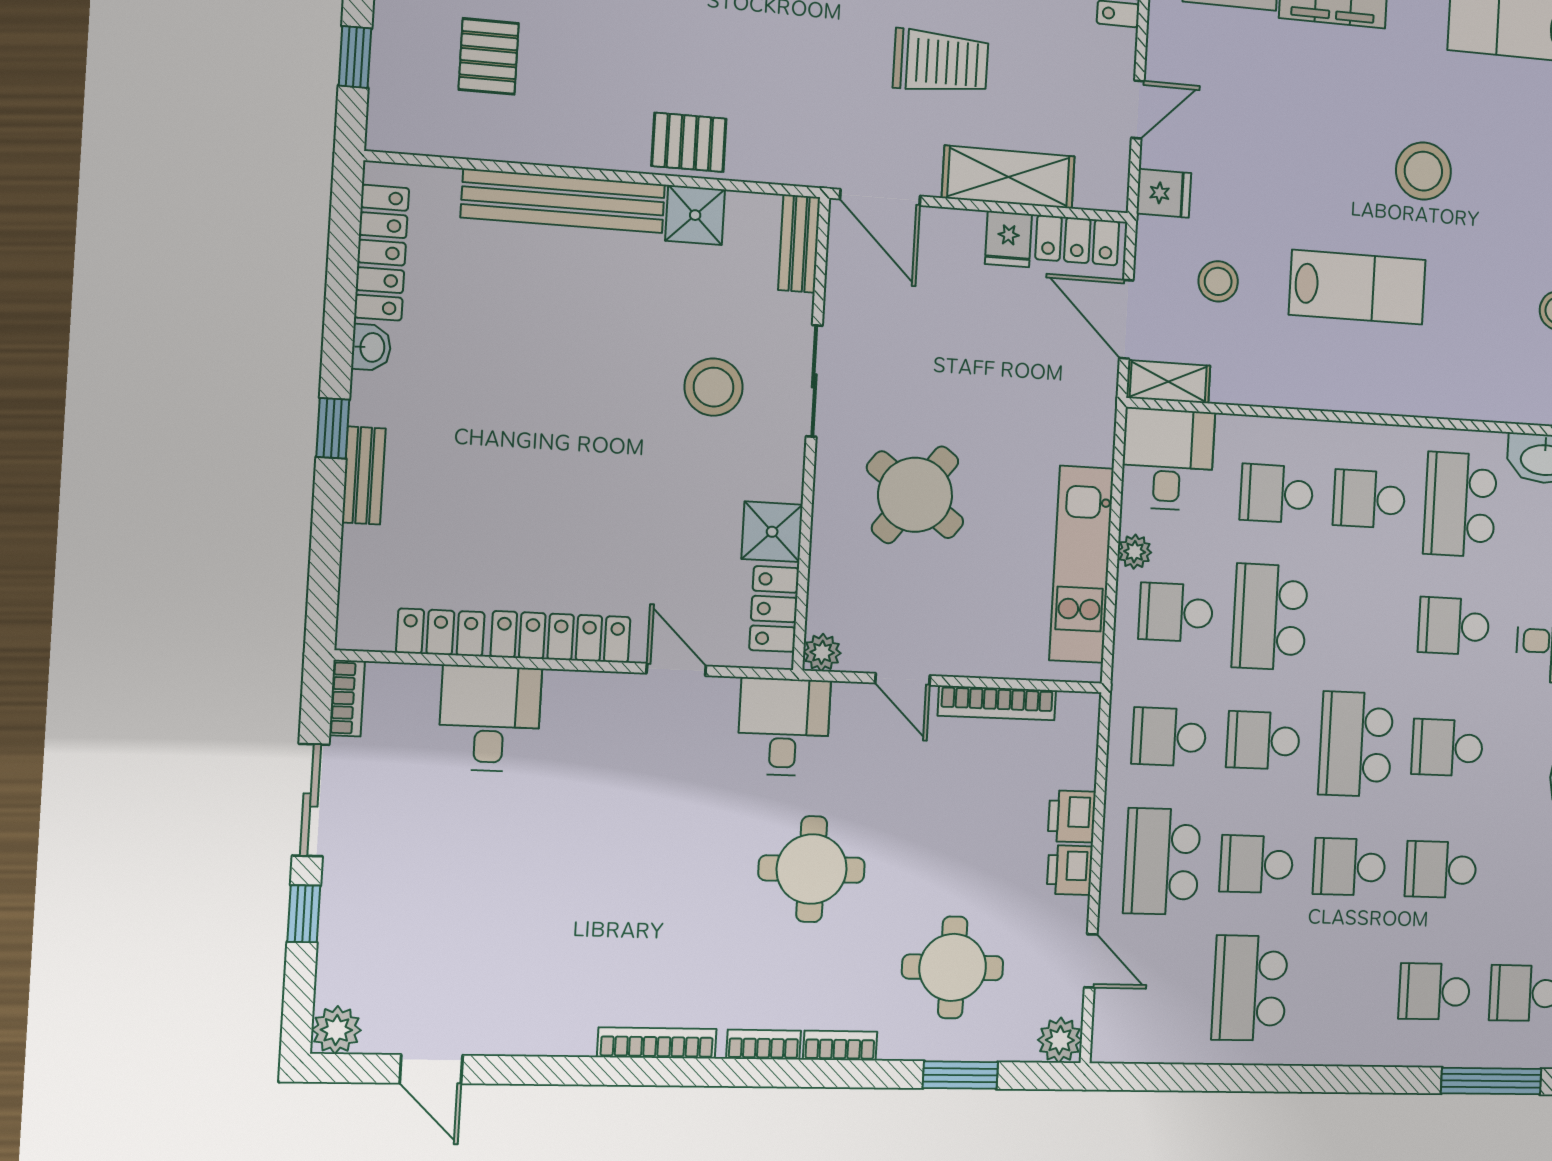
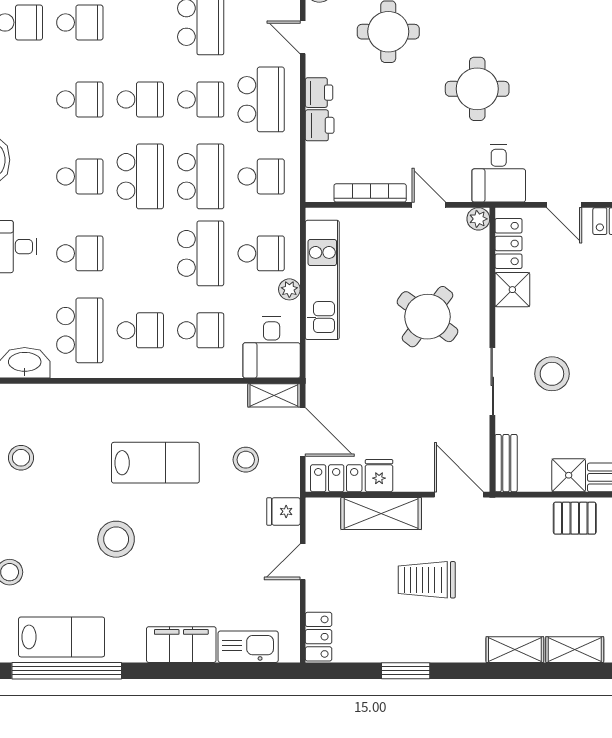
lab bench: (1357, 287) -> (155, 463), turned 180
school desk: (1263, 740) -> (201, 176), width x1.85

